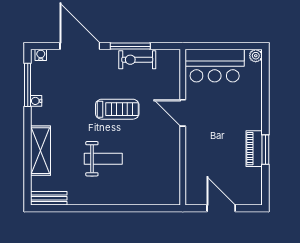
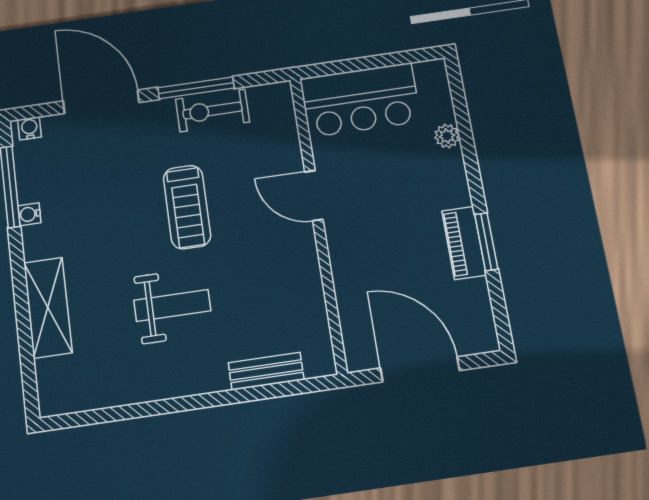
plant: (256, 56) -> (447, 136), moved
treadmill: (117, 109) -> (187, 207), turned 90
bench: (49, 198) -> (266, 371), moved
door: (221, 208) -> (420, 369), width x1.36

